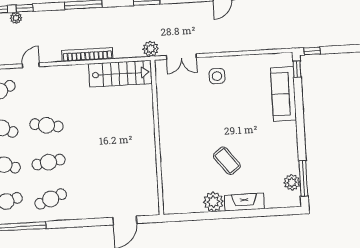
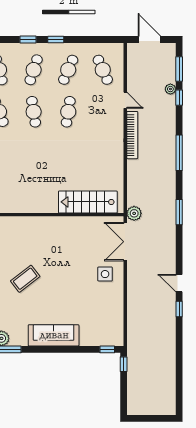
bookcase: (87, 55) -> (132, 135), moved
double door: (181, 57) -> (125, 242), width x1.37
stairs: (120, 74) -> (88, 202), moved, turned 90
sofa: (283, 94) -> (54, 335), moved

